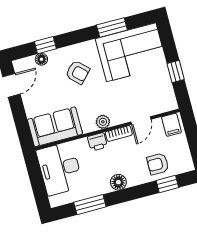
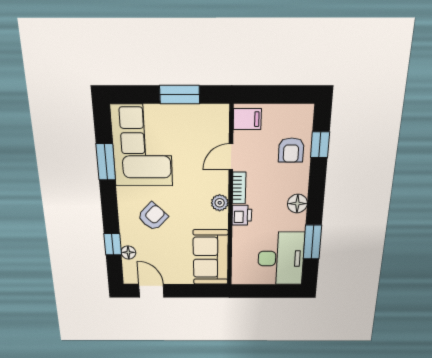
window: (176, 71) -> (180, 95), width x1.50
door: (141, 121) -> (231, 157), swing flipped
desk: (60, 169) -> (281, 259), moved, turned -90

